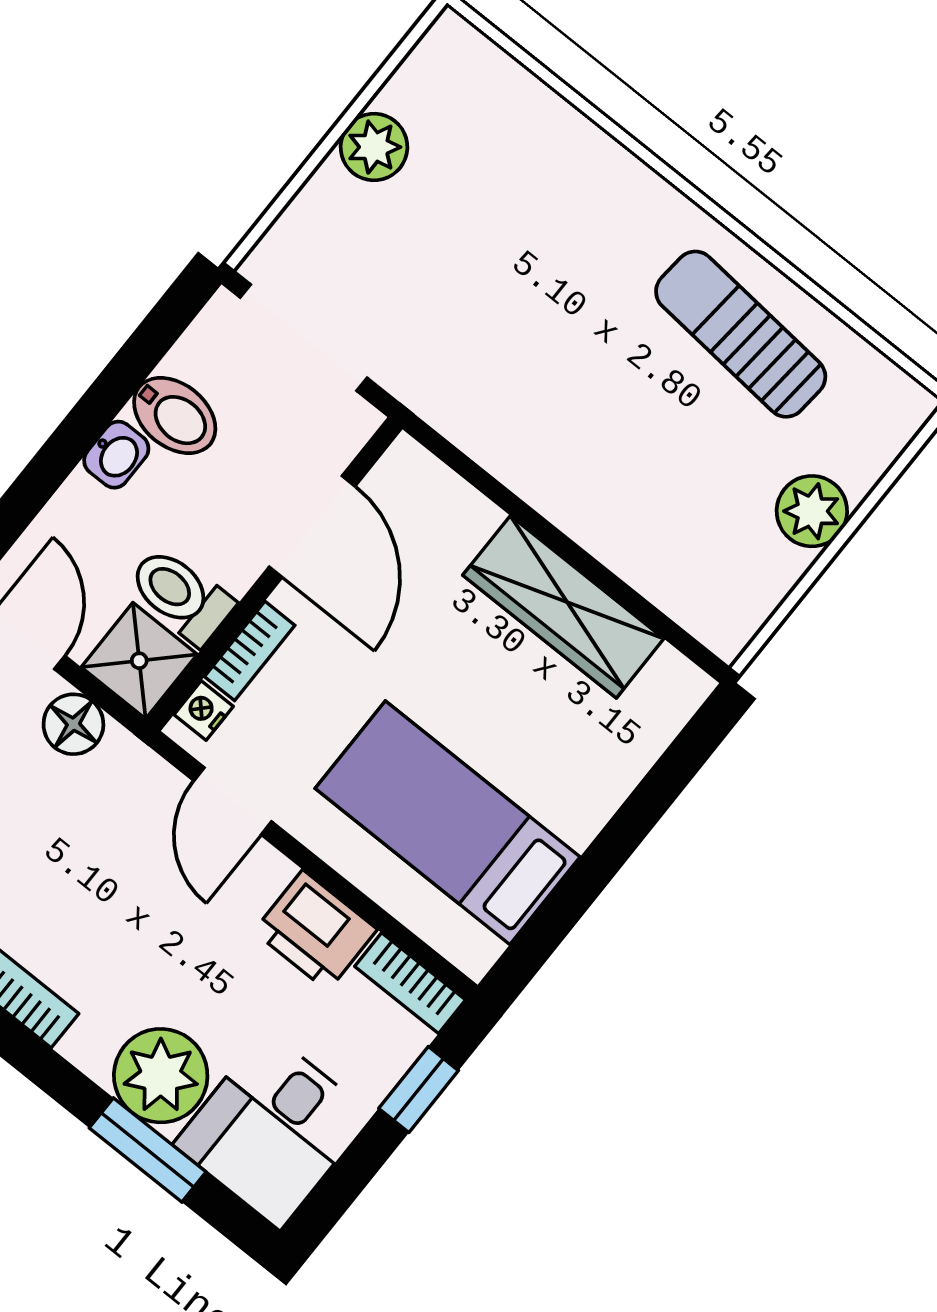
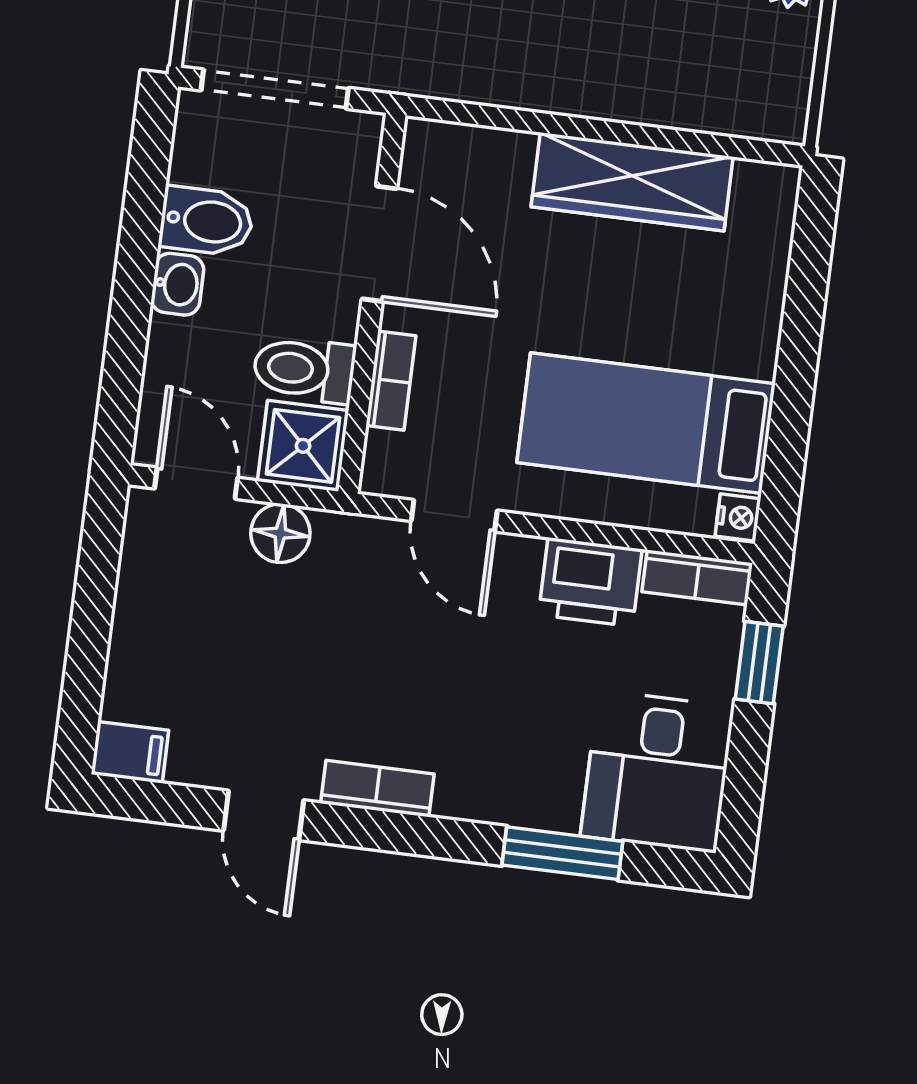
nightstand: (204, 710) -> (738, 517), moved, turned 180
plant: (161, 1076) -> (535, 784), removed

